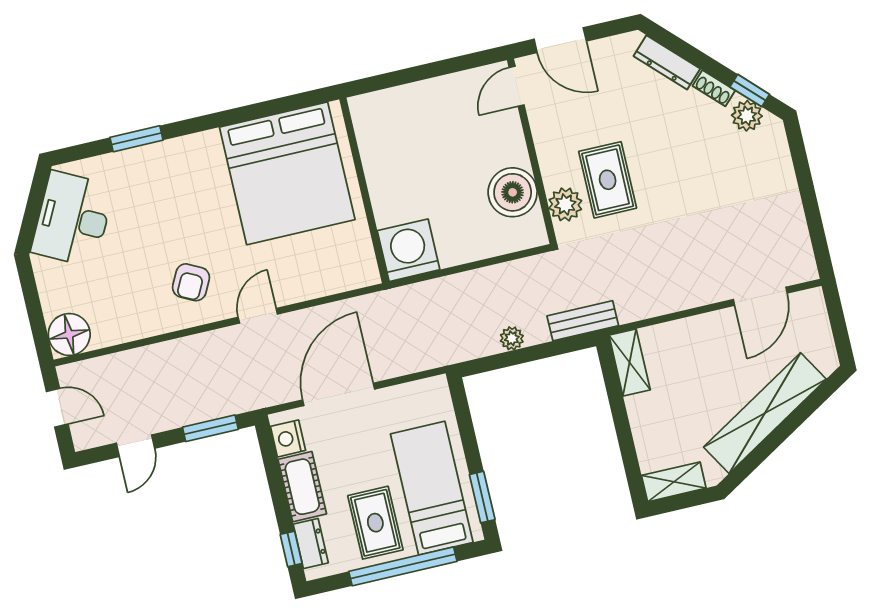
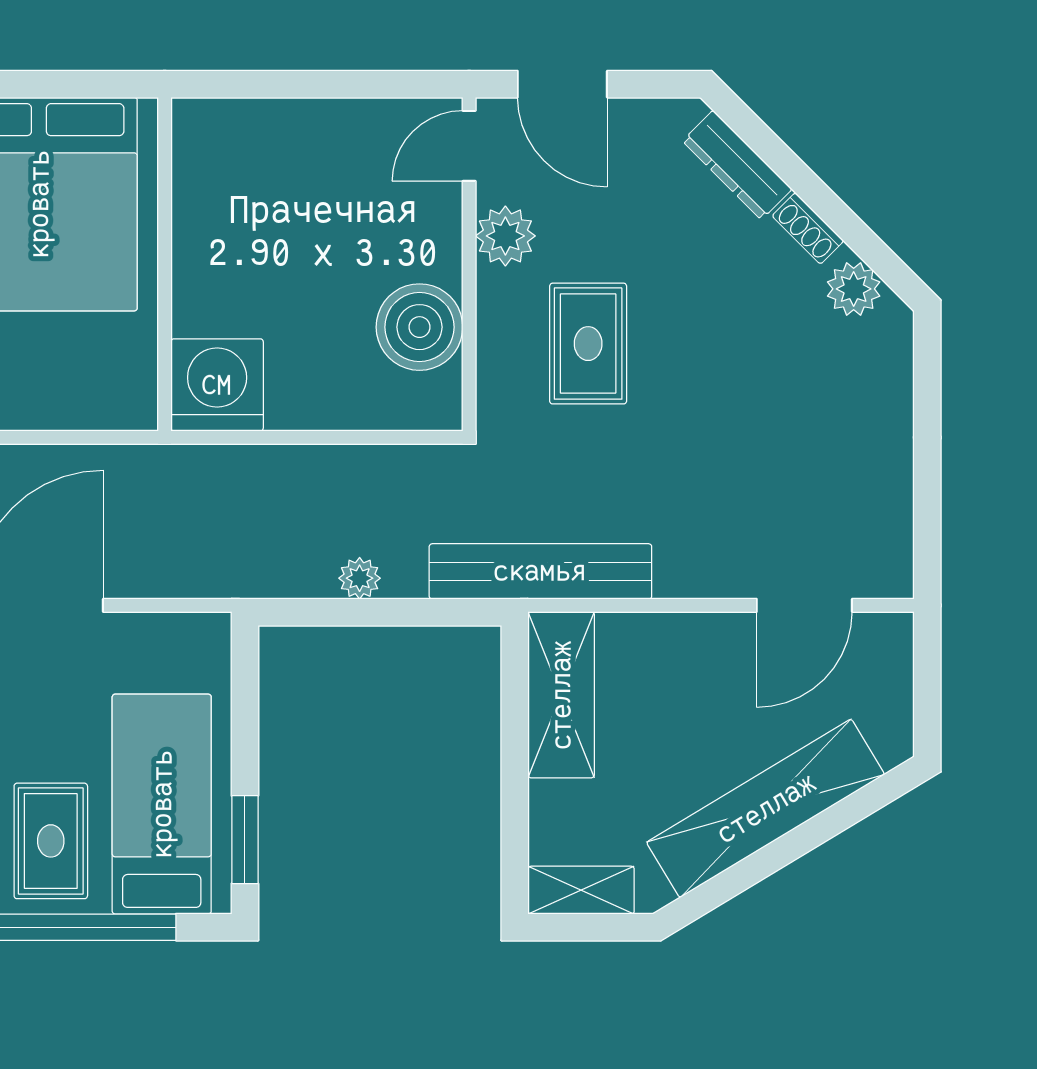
window: (750, 91) -> (869, 247), removed
plant: (565, 204) -> (505, 236), moved
bench: (583, 321) -> (540, 571), width x1.86, depth x1.21
shelving: (630, 363) -> (561, 695), width x1.50, depth x1.33

